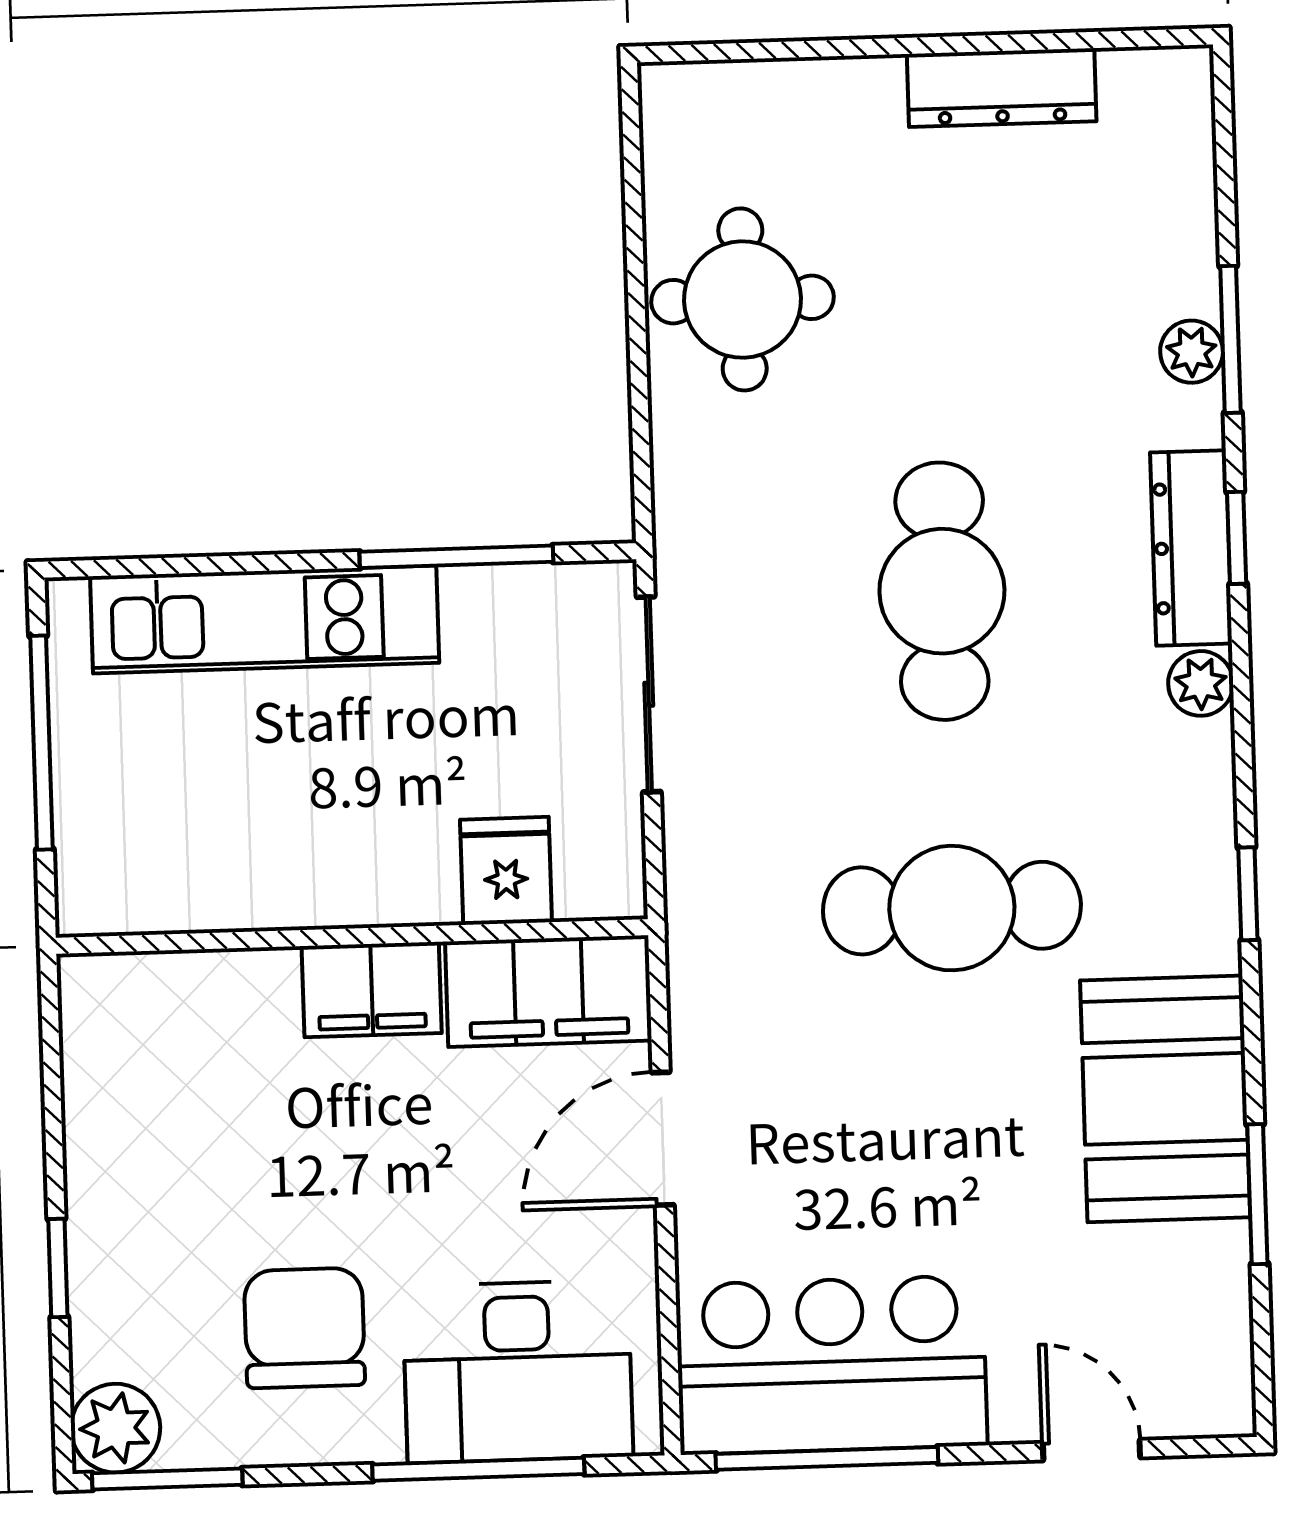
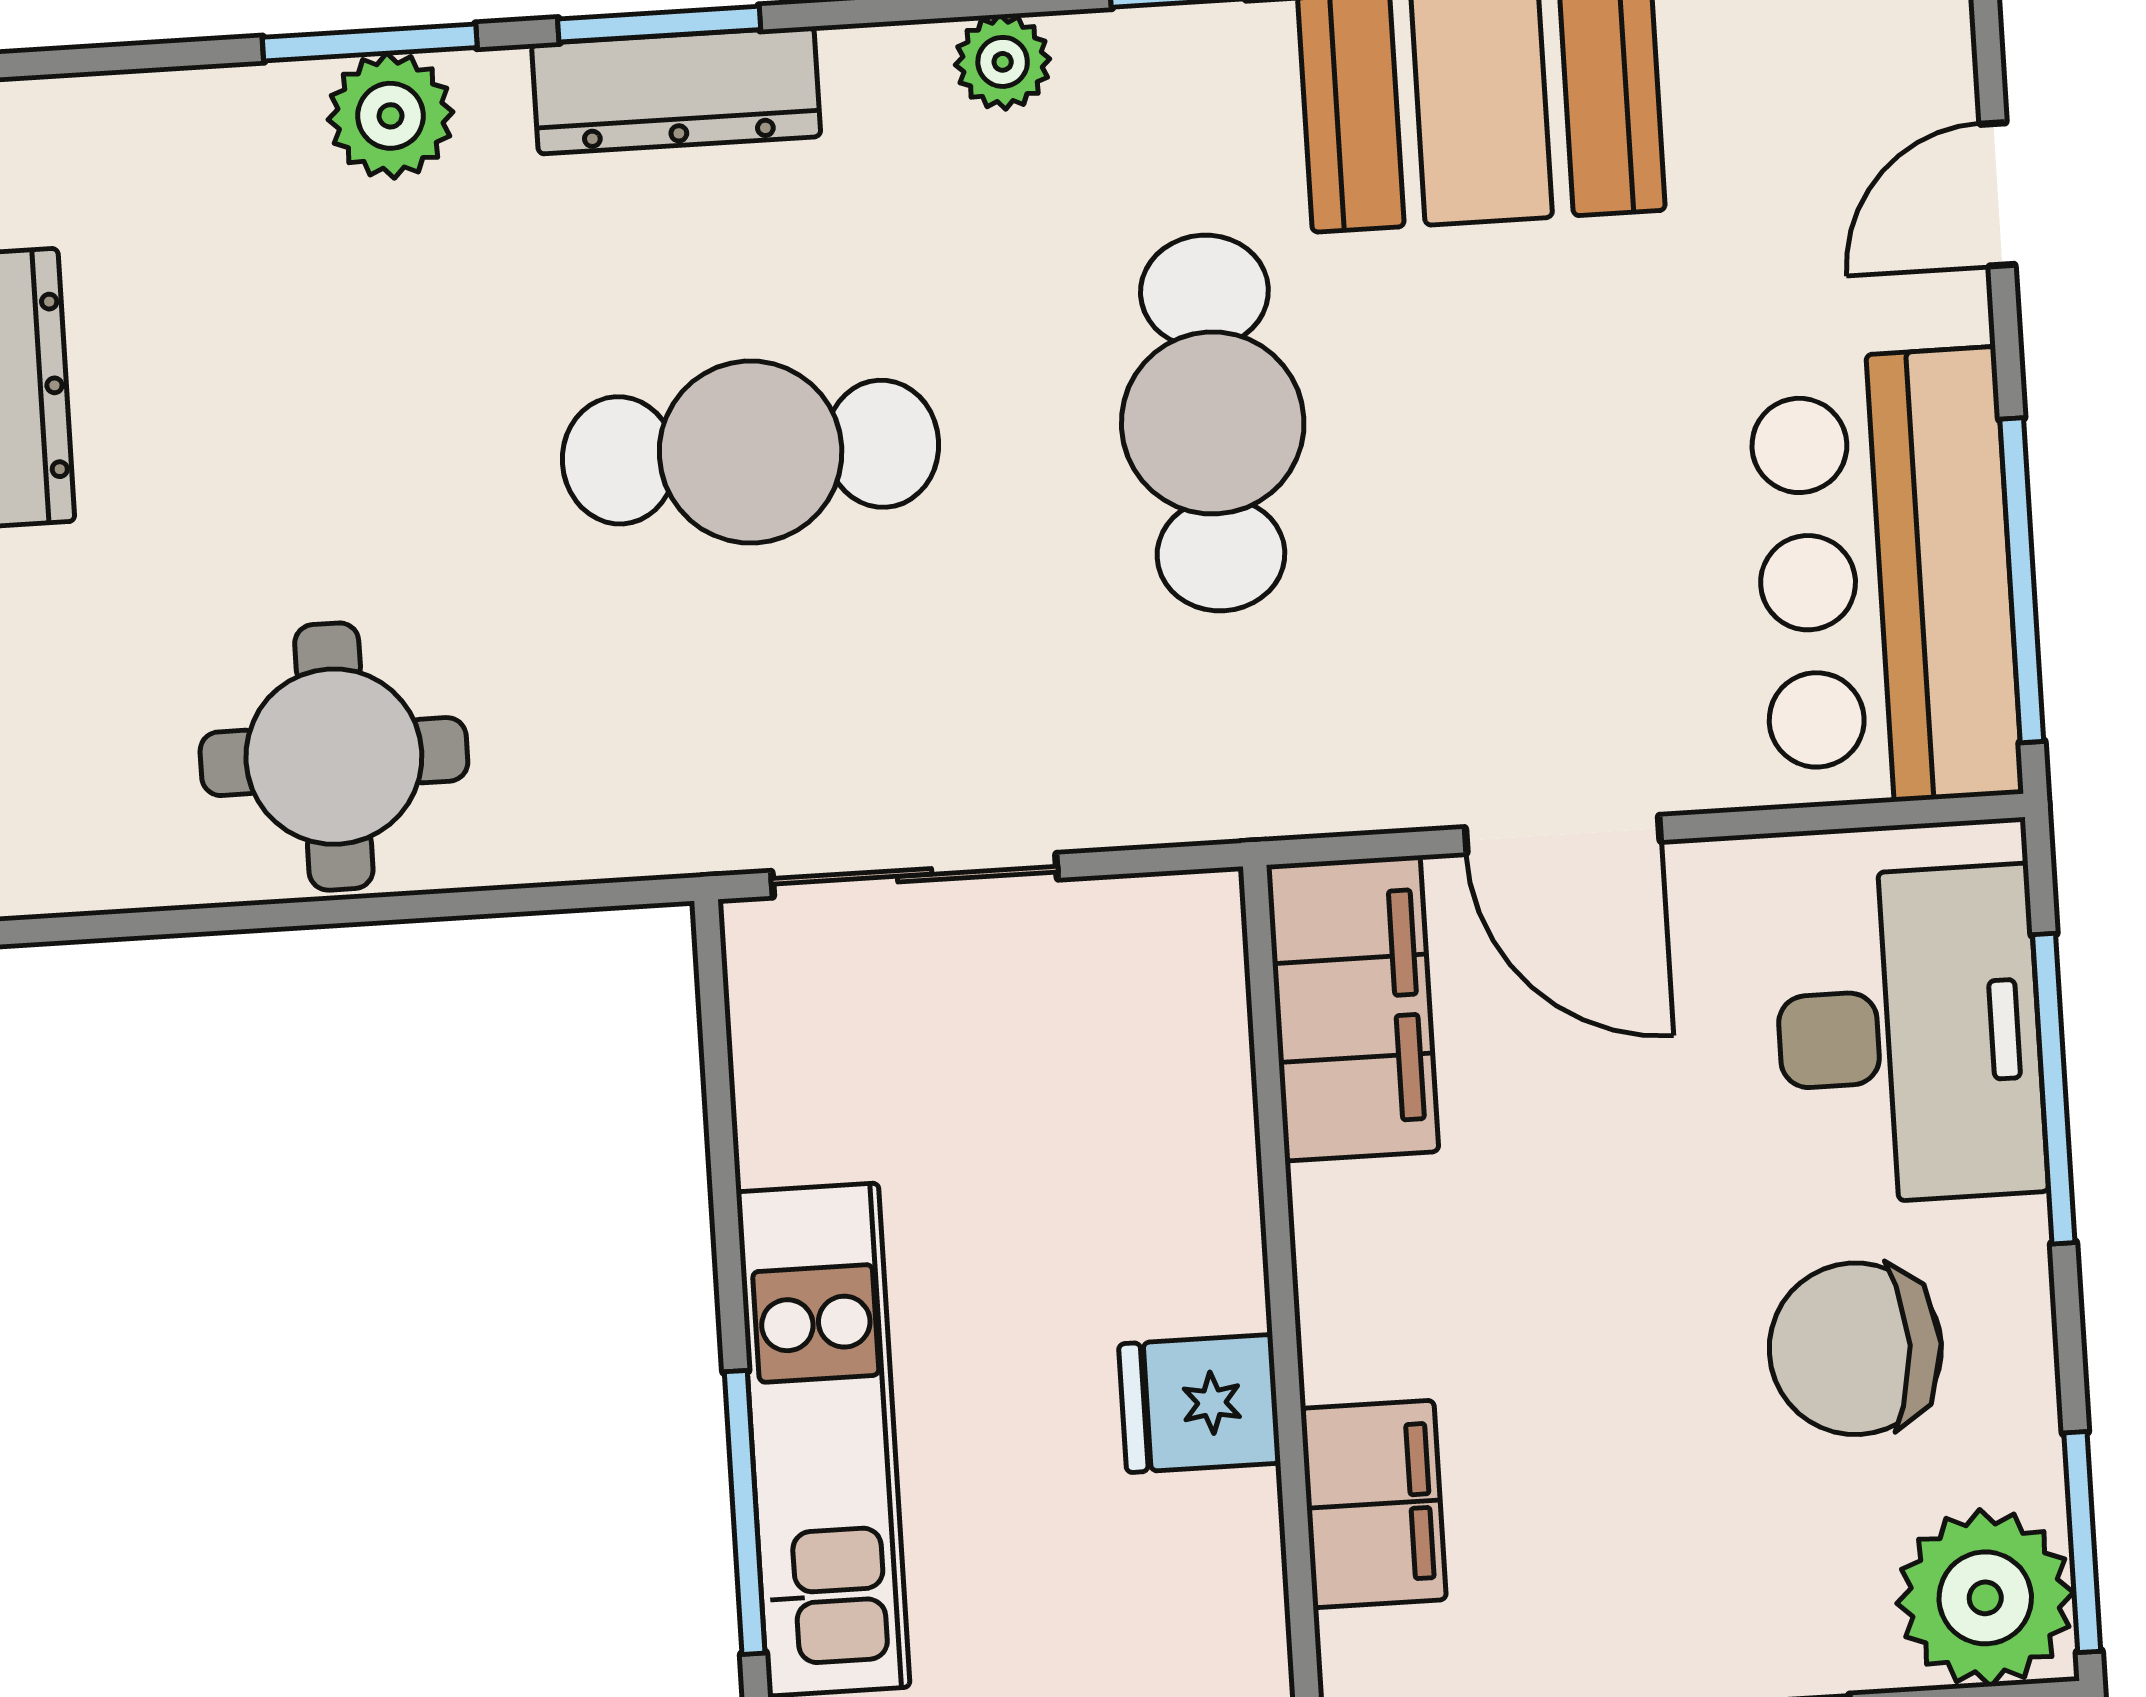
plant: (1192, 352) -> (391, 116), width x1.38, depth x1.38
window: (1237, 538) -> (659, 24), width x1.50
window: (456, 557) -> (745, 1512), moved
plant: (1201, 683) -> (1003, 62), moved
fridge: (506, 871) -> (1200, 1404), moved
filing cabinet: (372, 990) -> (1373, 1504), moved
plant: (116, 1428) -> (1985, 1598), width x1.36, depth x1.36

